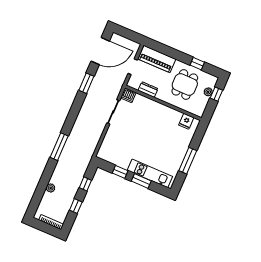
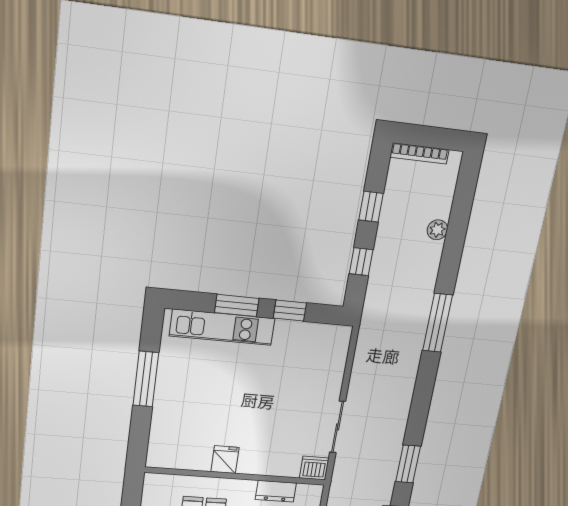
fridge: (186, 121) -> (225, 460), moved

